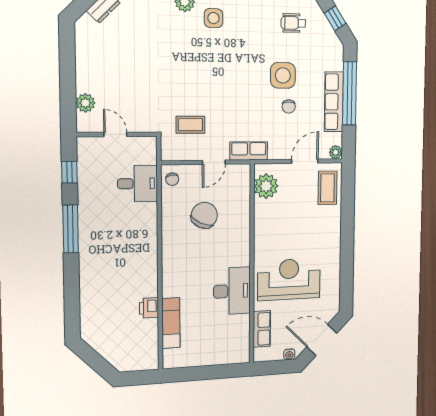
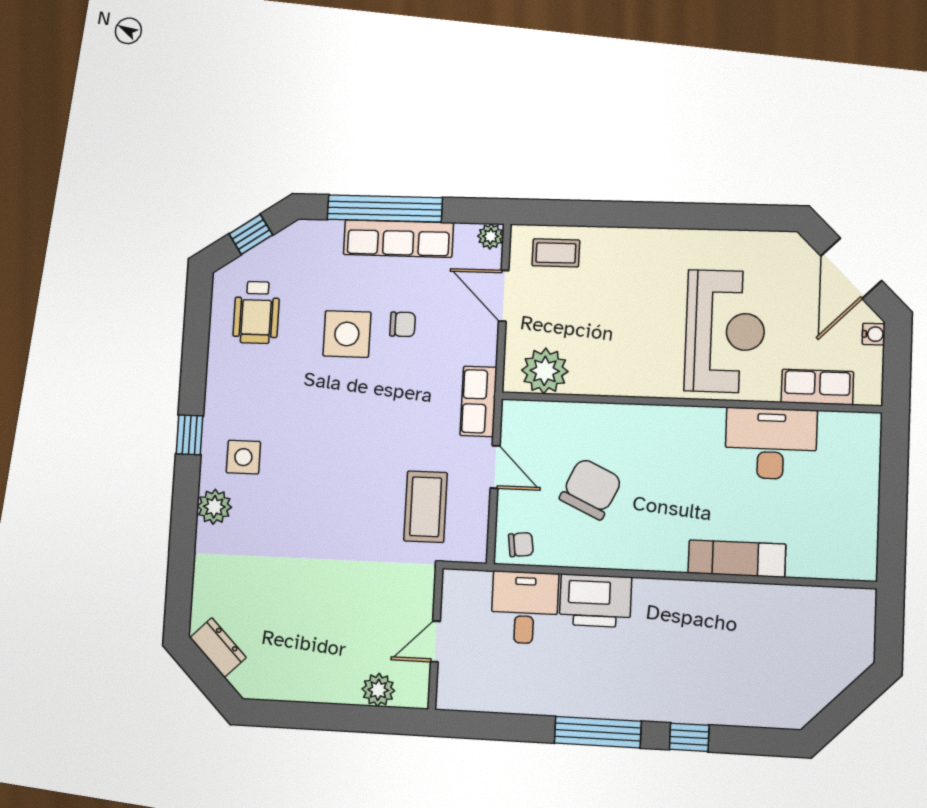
wheelchair: (293, 23) -> (256, 312), width x1.36, depth x1.37
coffee table: (190, 125) -> (426, 507), width x1.36, depth x1.30
window: (69, 172) -> (689, 737), moved
coffee table: (327, 188) -> (556, 253), width x0.73, depth x0.77
chair: (204, 215) -> (591, 489), turned 91
reception desk: (289, 279) -> (725, 331), turned 180
desk: (232, 291) -> (771, 444), moved
printer: (149, 308) -> (595, 601), moved, width x1.87, depth x1.48
exam couch: (171, 323) -> (737, 559), moved

